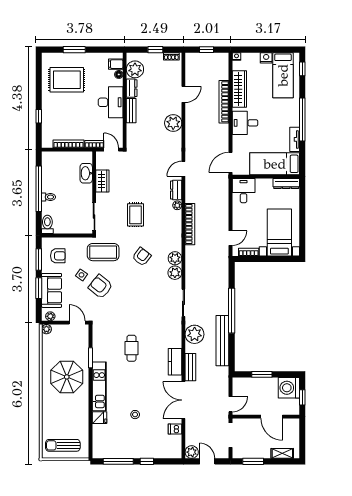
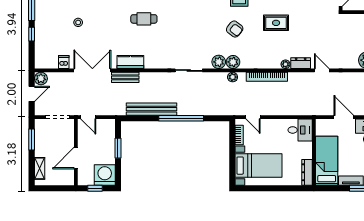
door: (231, 162) -> (344, 117), moved
plant: (195, 334) -> (233, 77), moved, width x0.53, depth x0.53

